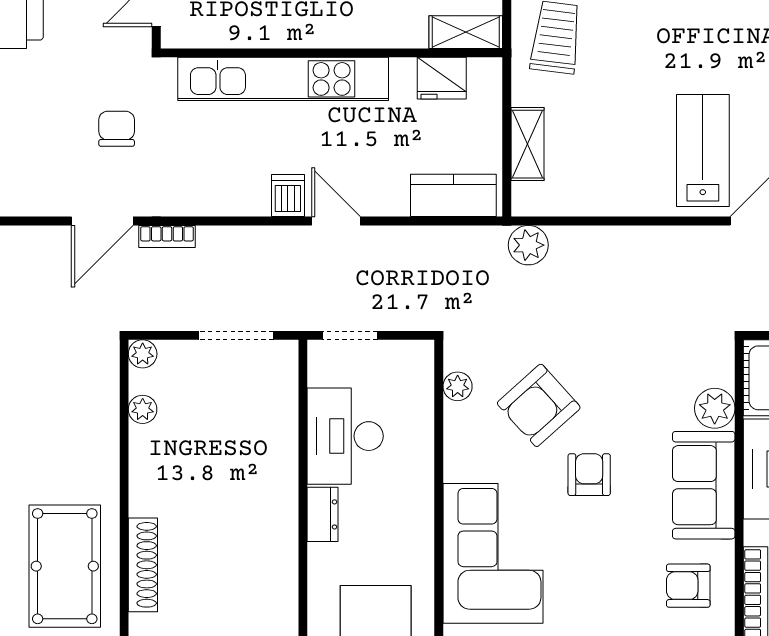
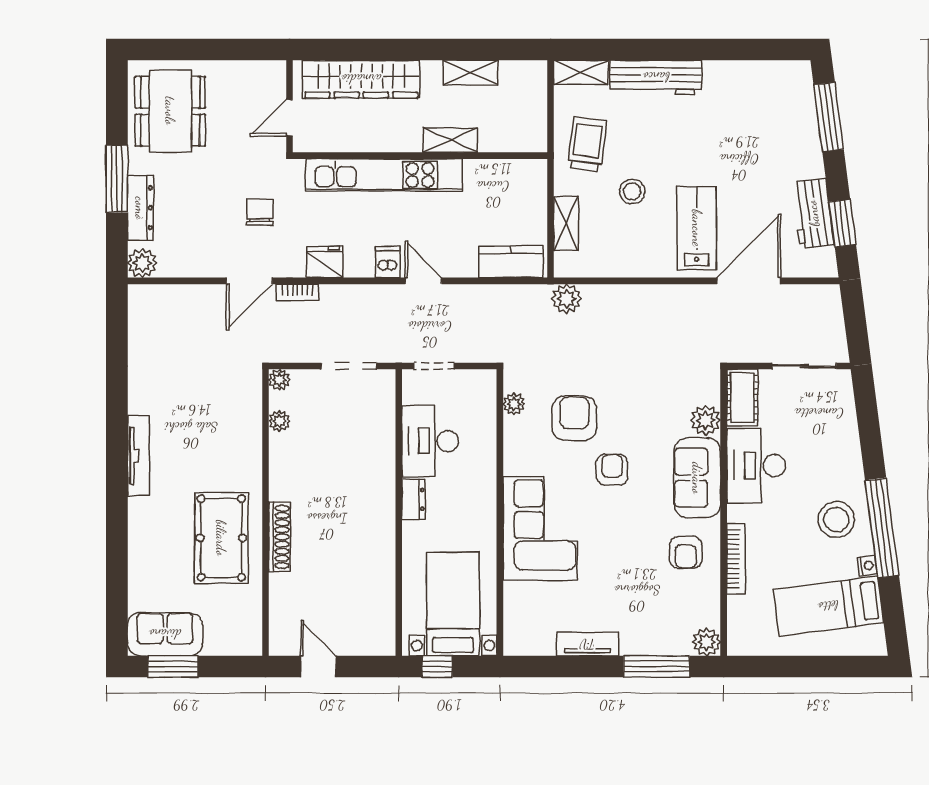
shelving: (466, 32) -> (450, 140), moved
fridge: (442, 78) -> (324, 262), moved, turned 180
stool: (616, 101) -> (632, 192), added
armchair: (539, 405) -> (574, 418), turned 132
armchair: (688, 586) -> (686, 552), turned -90

